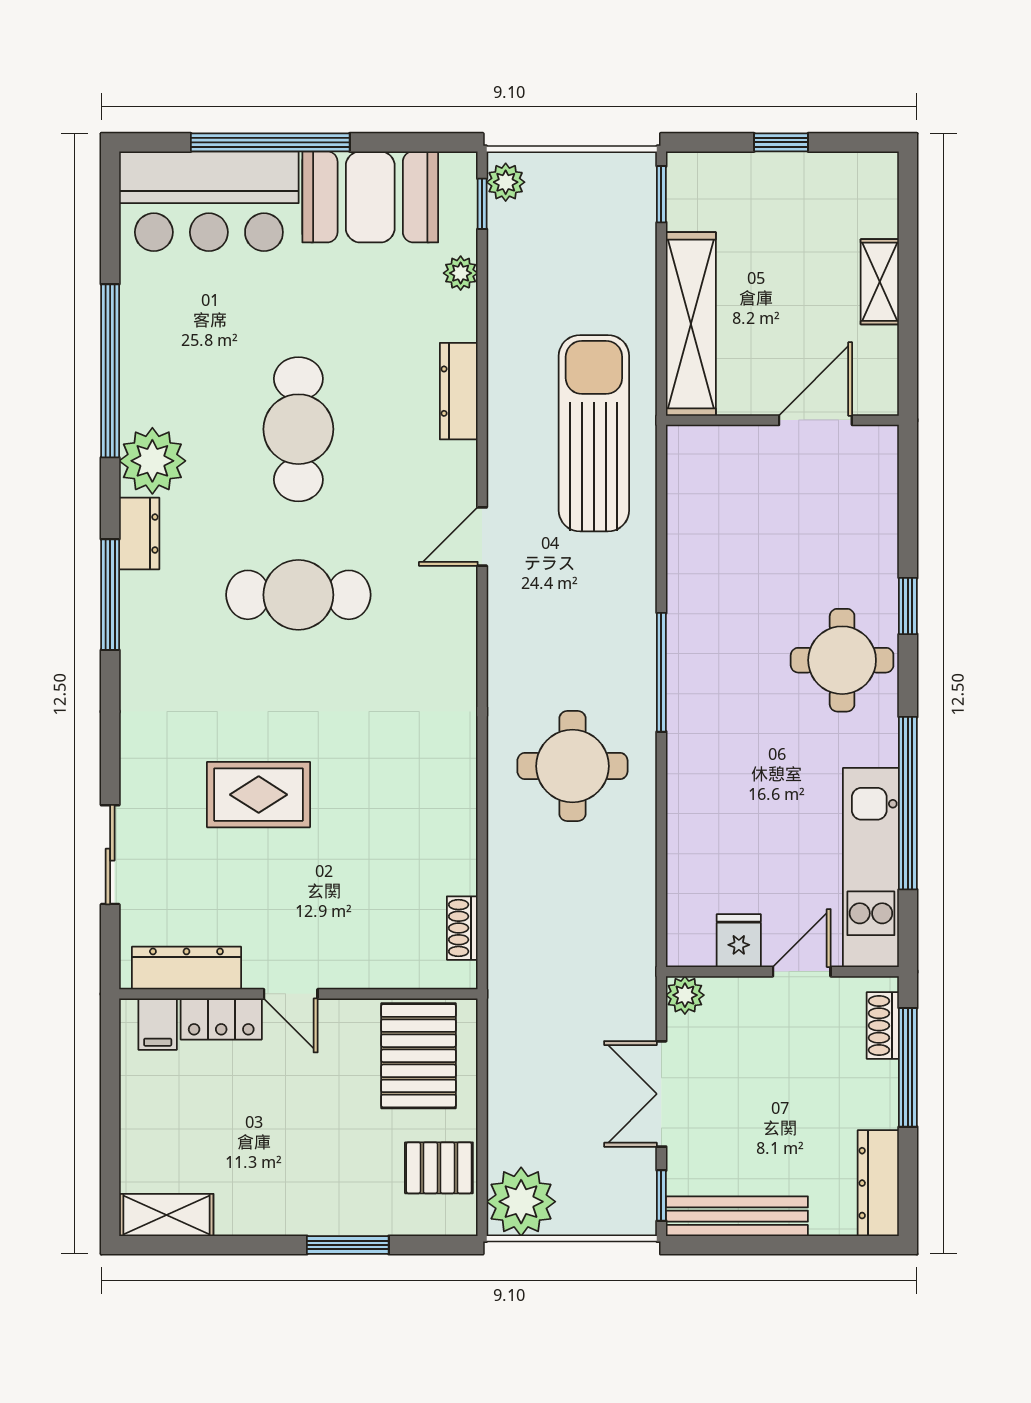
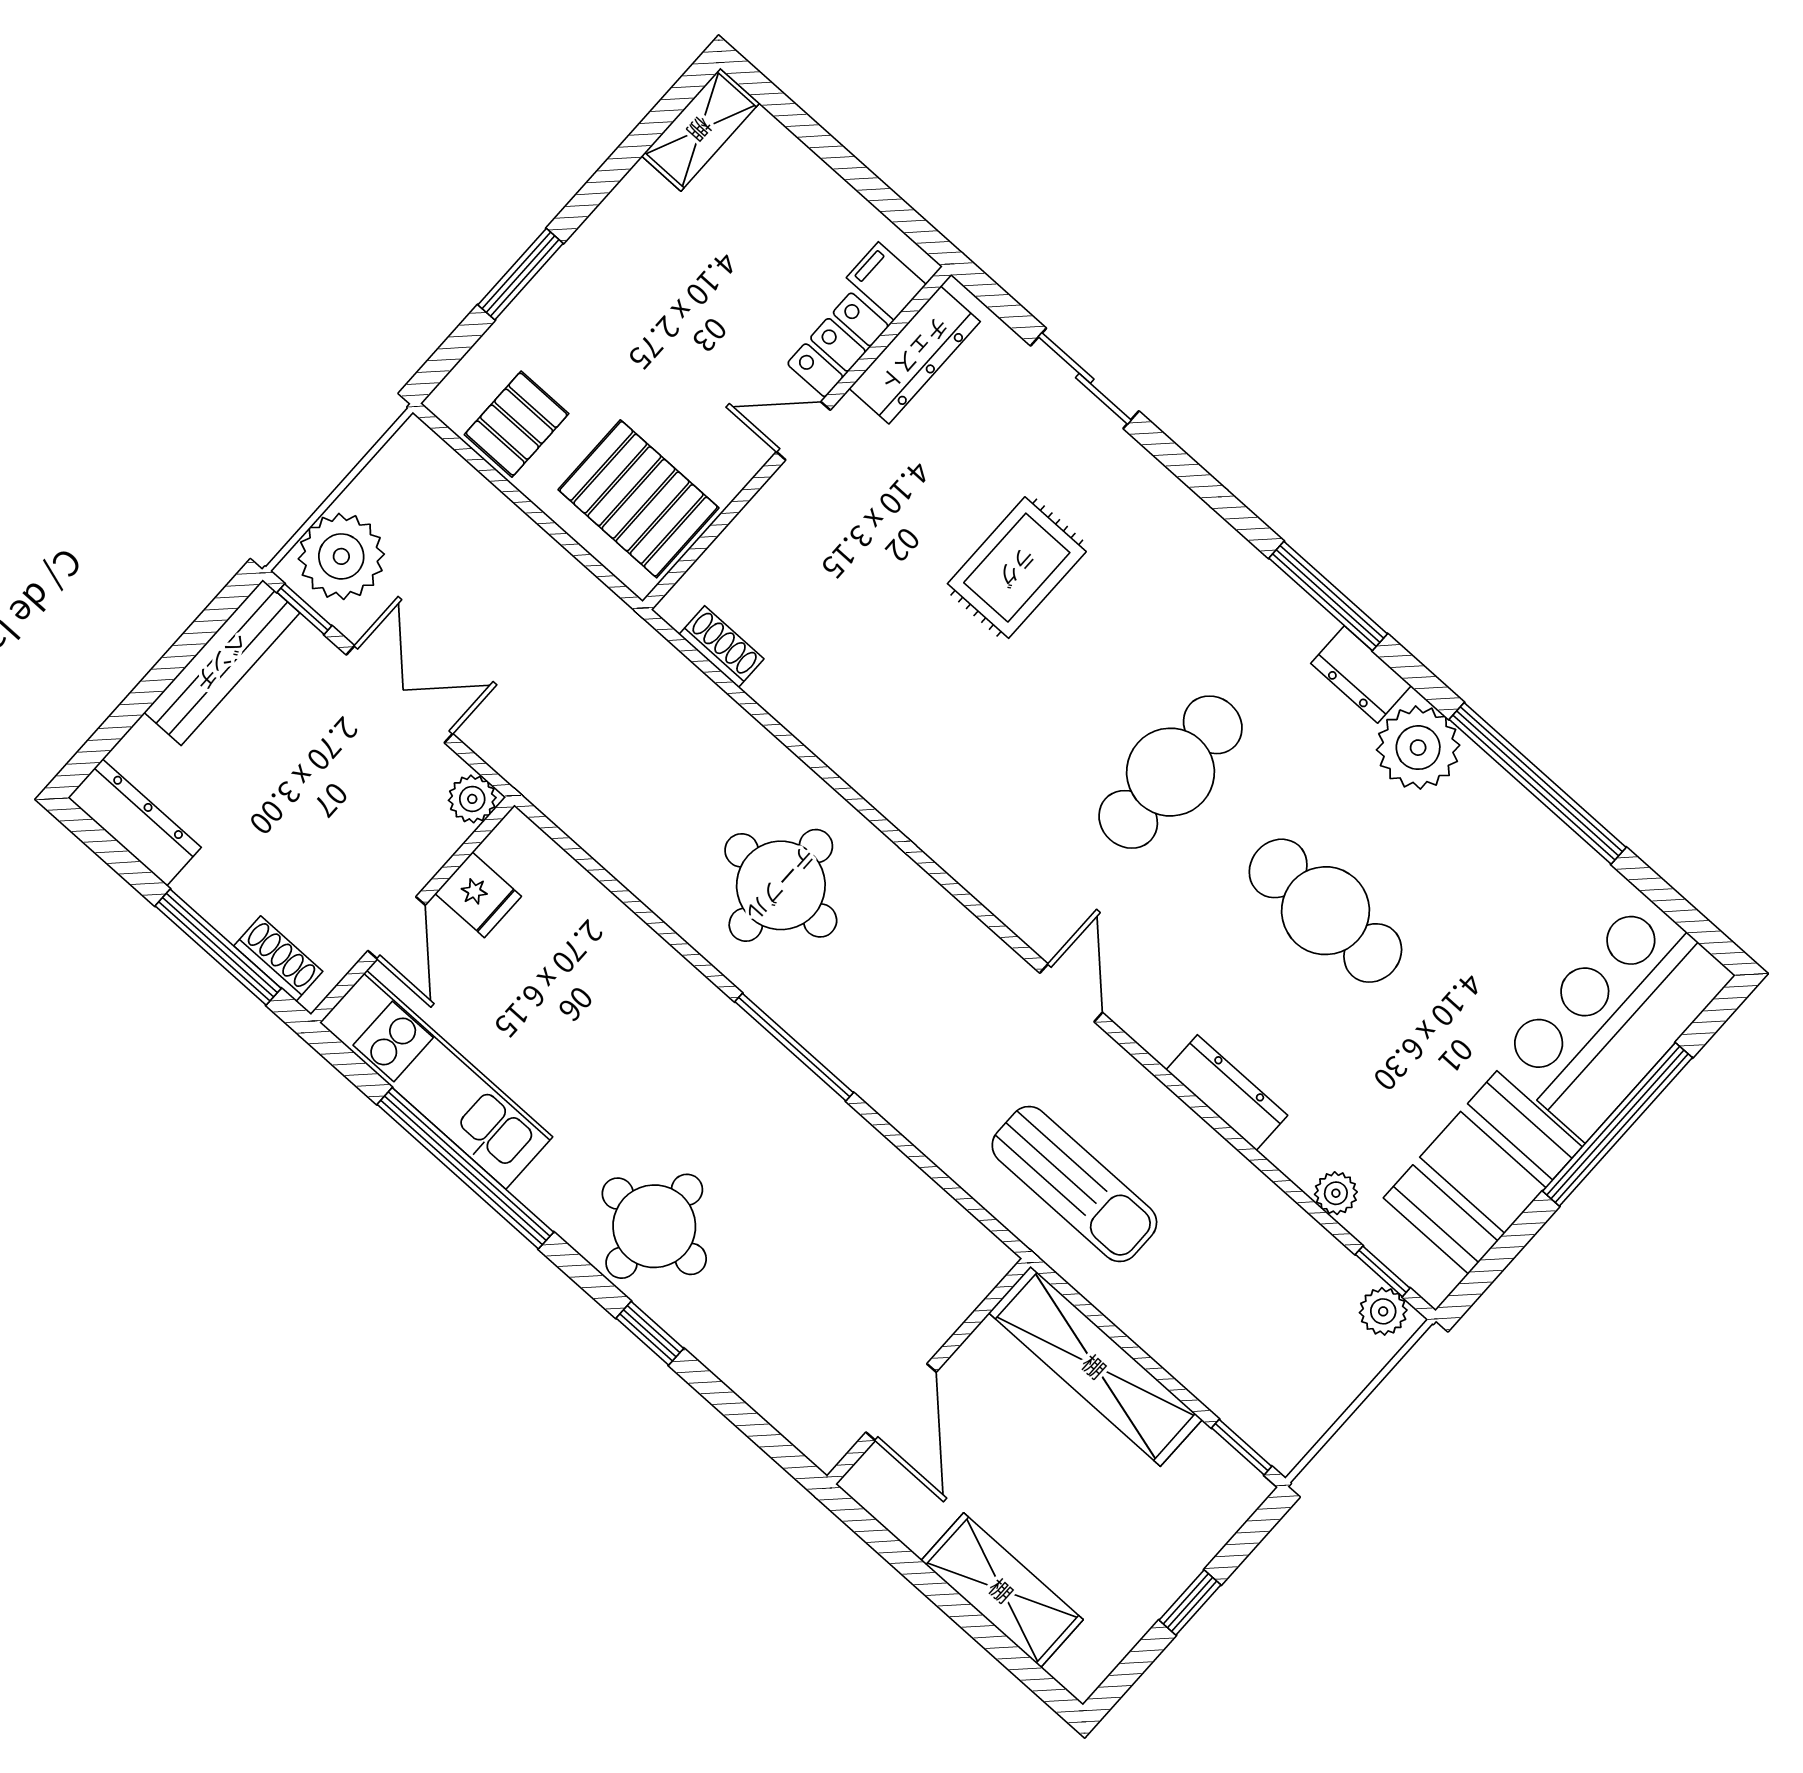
shelving: (880, 282) -> (1002, 1590), width x1.50, depth x1.33
sun lounger: (594, 433) -> (1074, 1184), width x0.73, depth x0.75
plant: (521, 1202) -> (341, 556), moved

